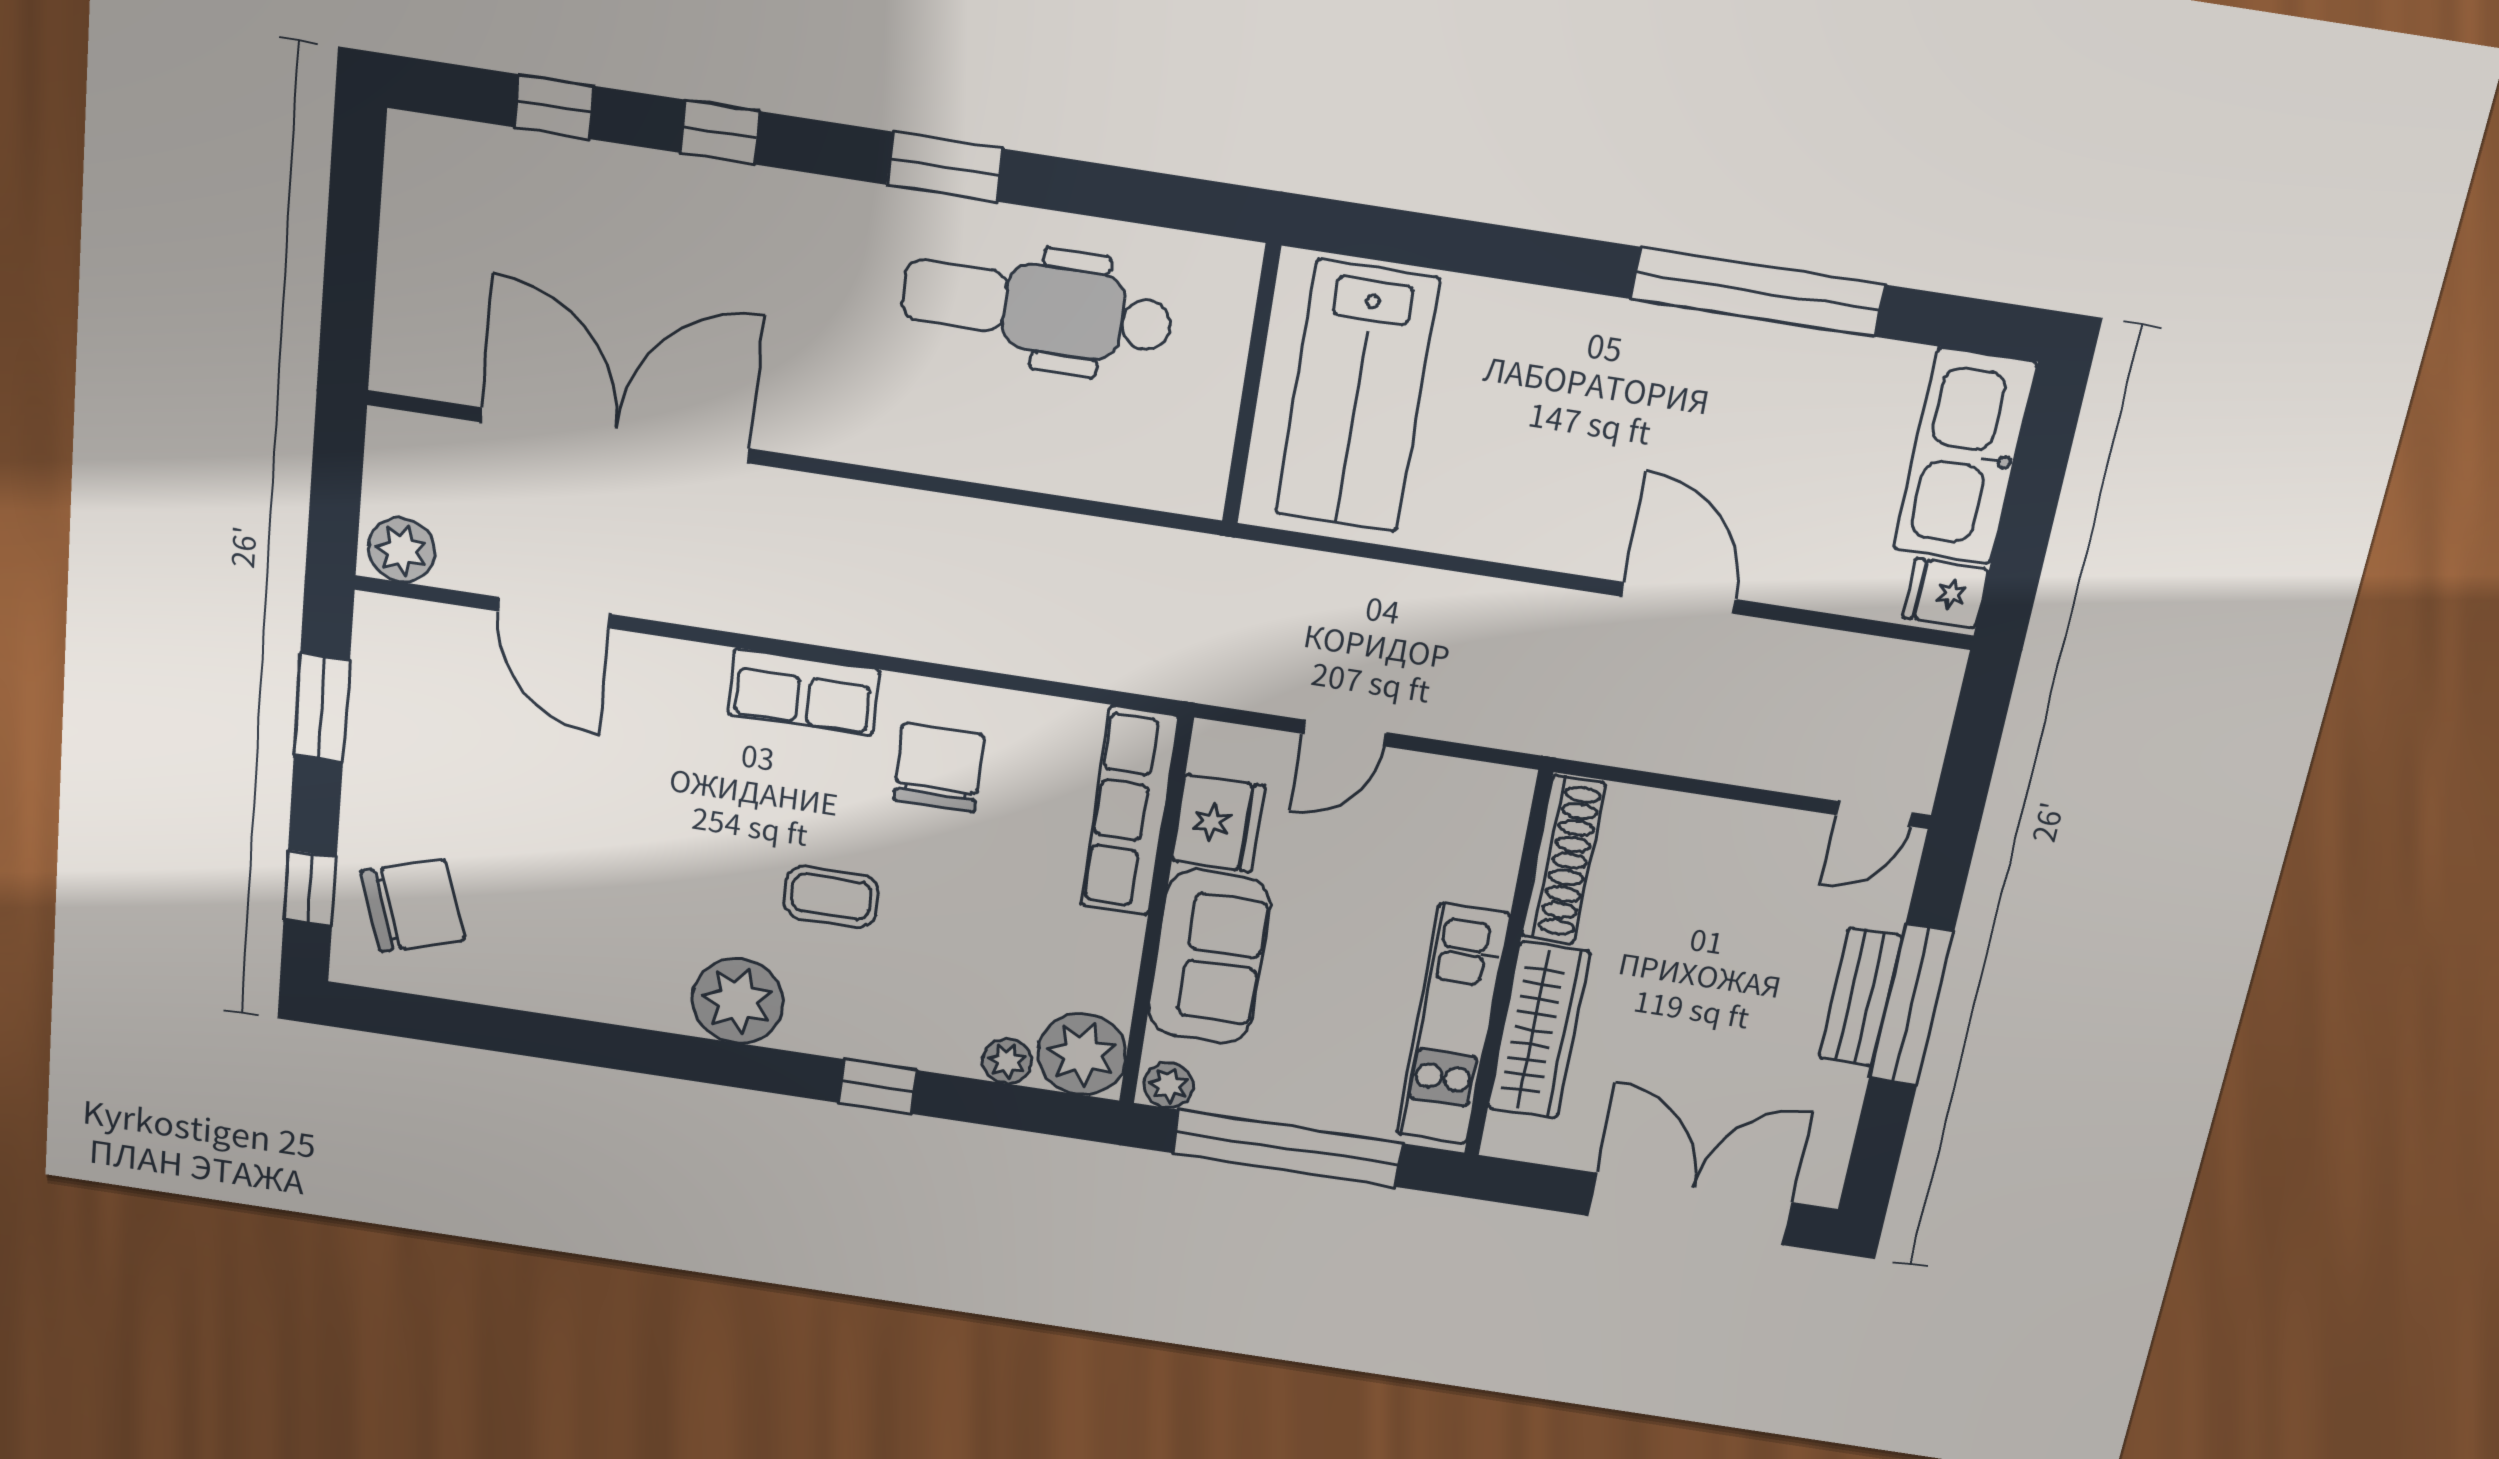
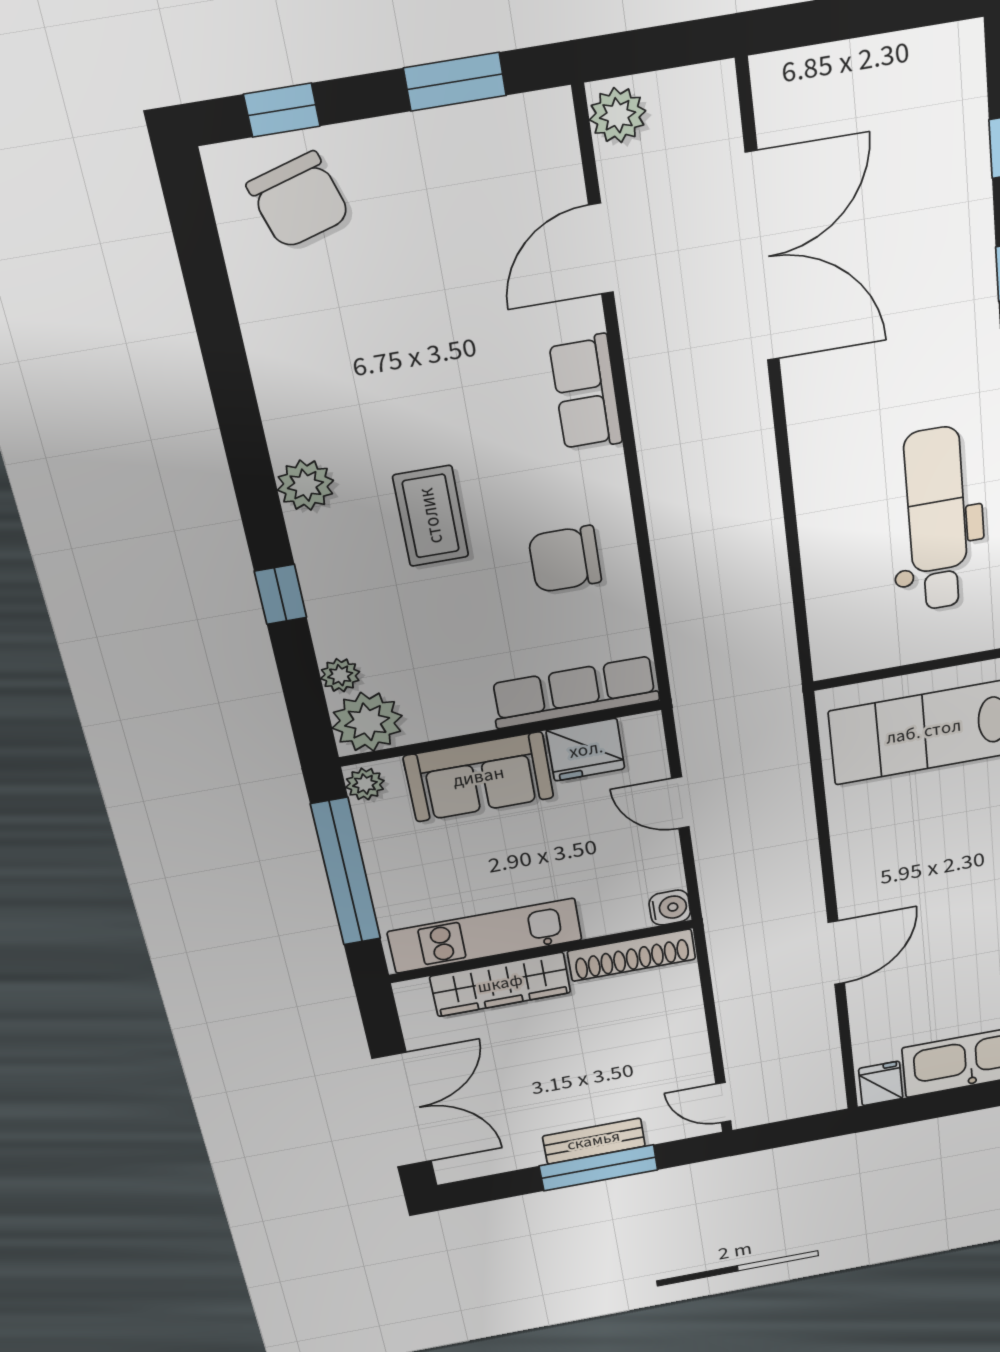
row of seats: (804, 692) -> (586, 393), moved
chair: (939, 768) -> (565, 559), turned 180
water cooler: (1506, 792) -> (670, 908), added
coffee table: (831, 897) -> (431, 516), width x1.36, depth x1.30
plant: (738, 1001) -> (305, 485), width x0.73, depth x0.73

